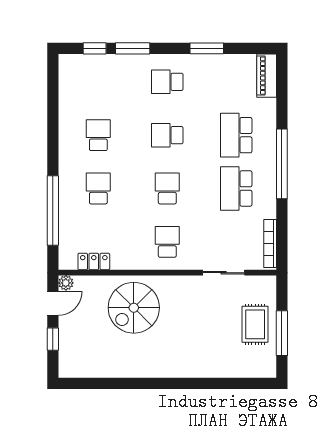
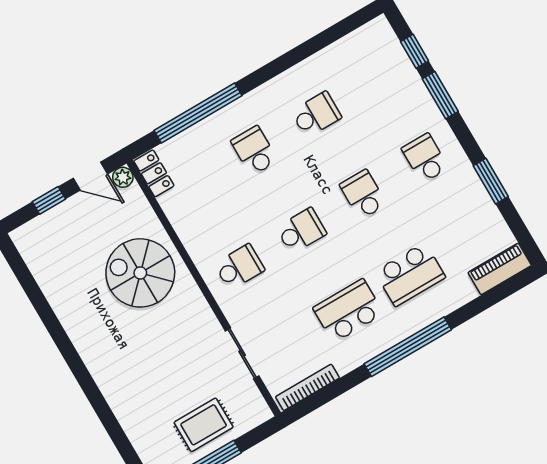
school desk: (236, 135) -> (410, 274), turned 180
school desk: (98, 189) -> (254, 151), turned -90
locker: (94, 262) -> (154, 173), moved

